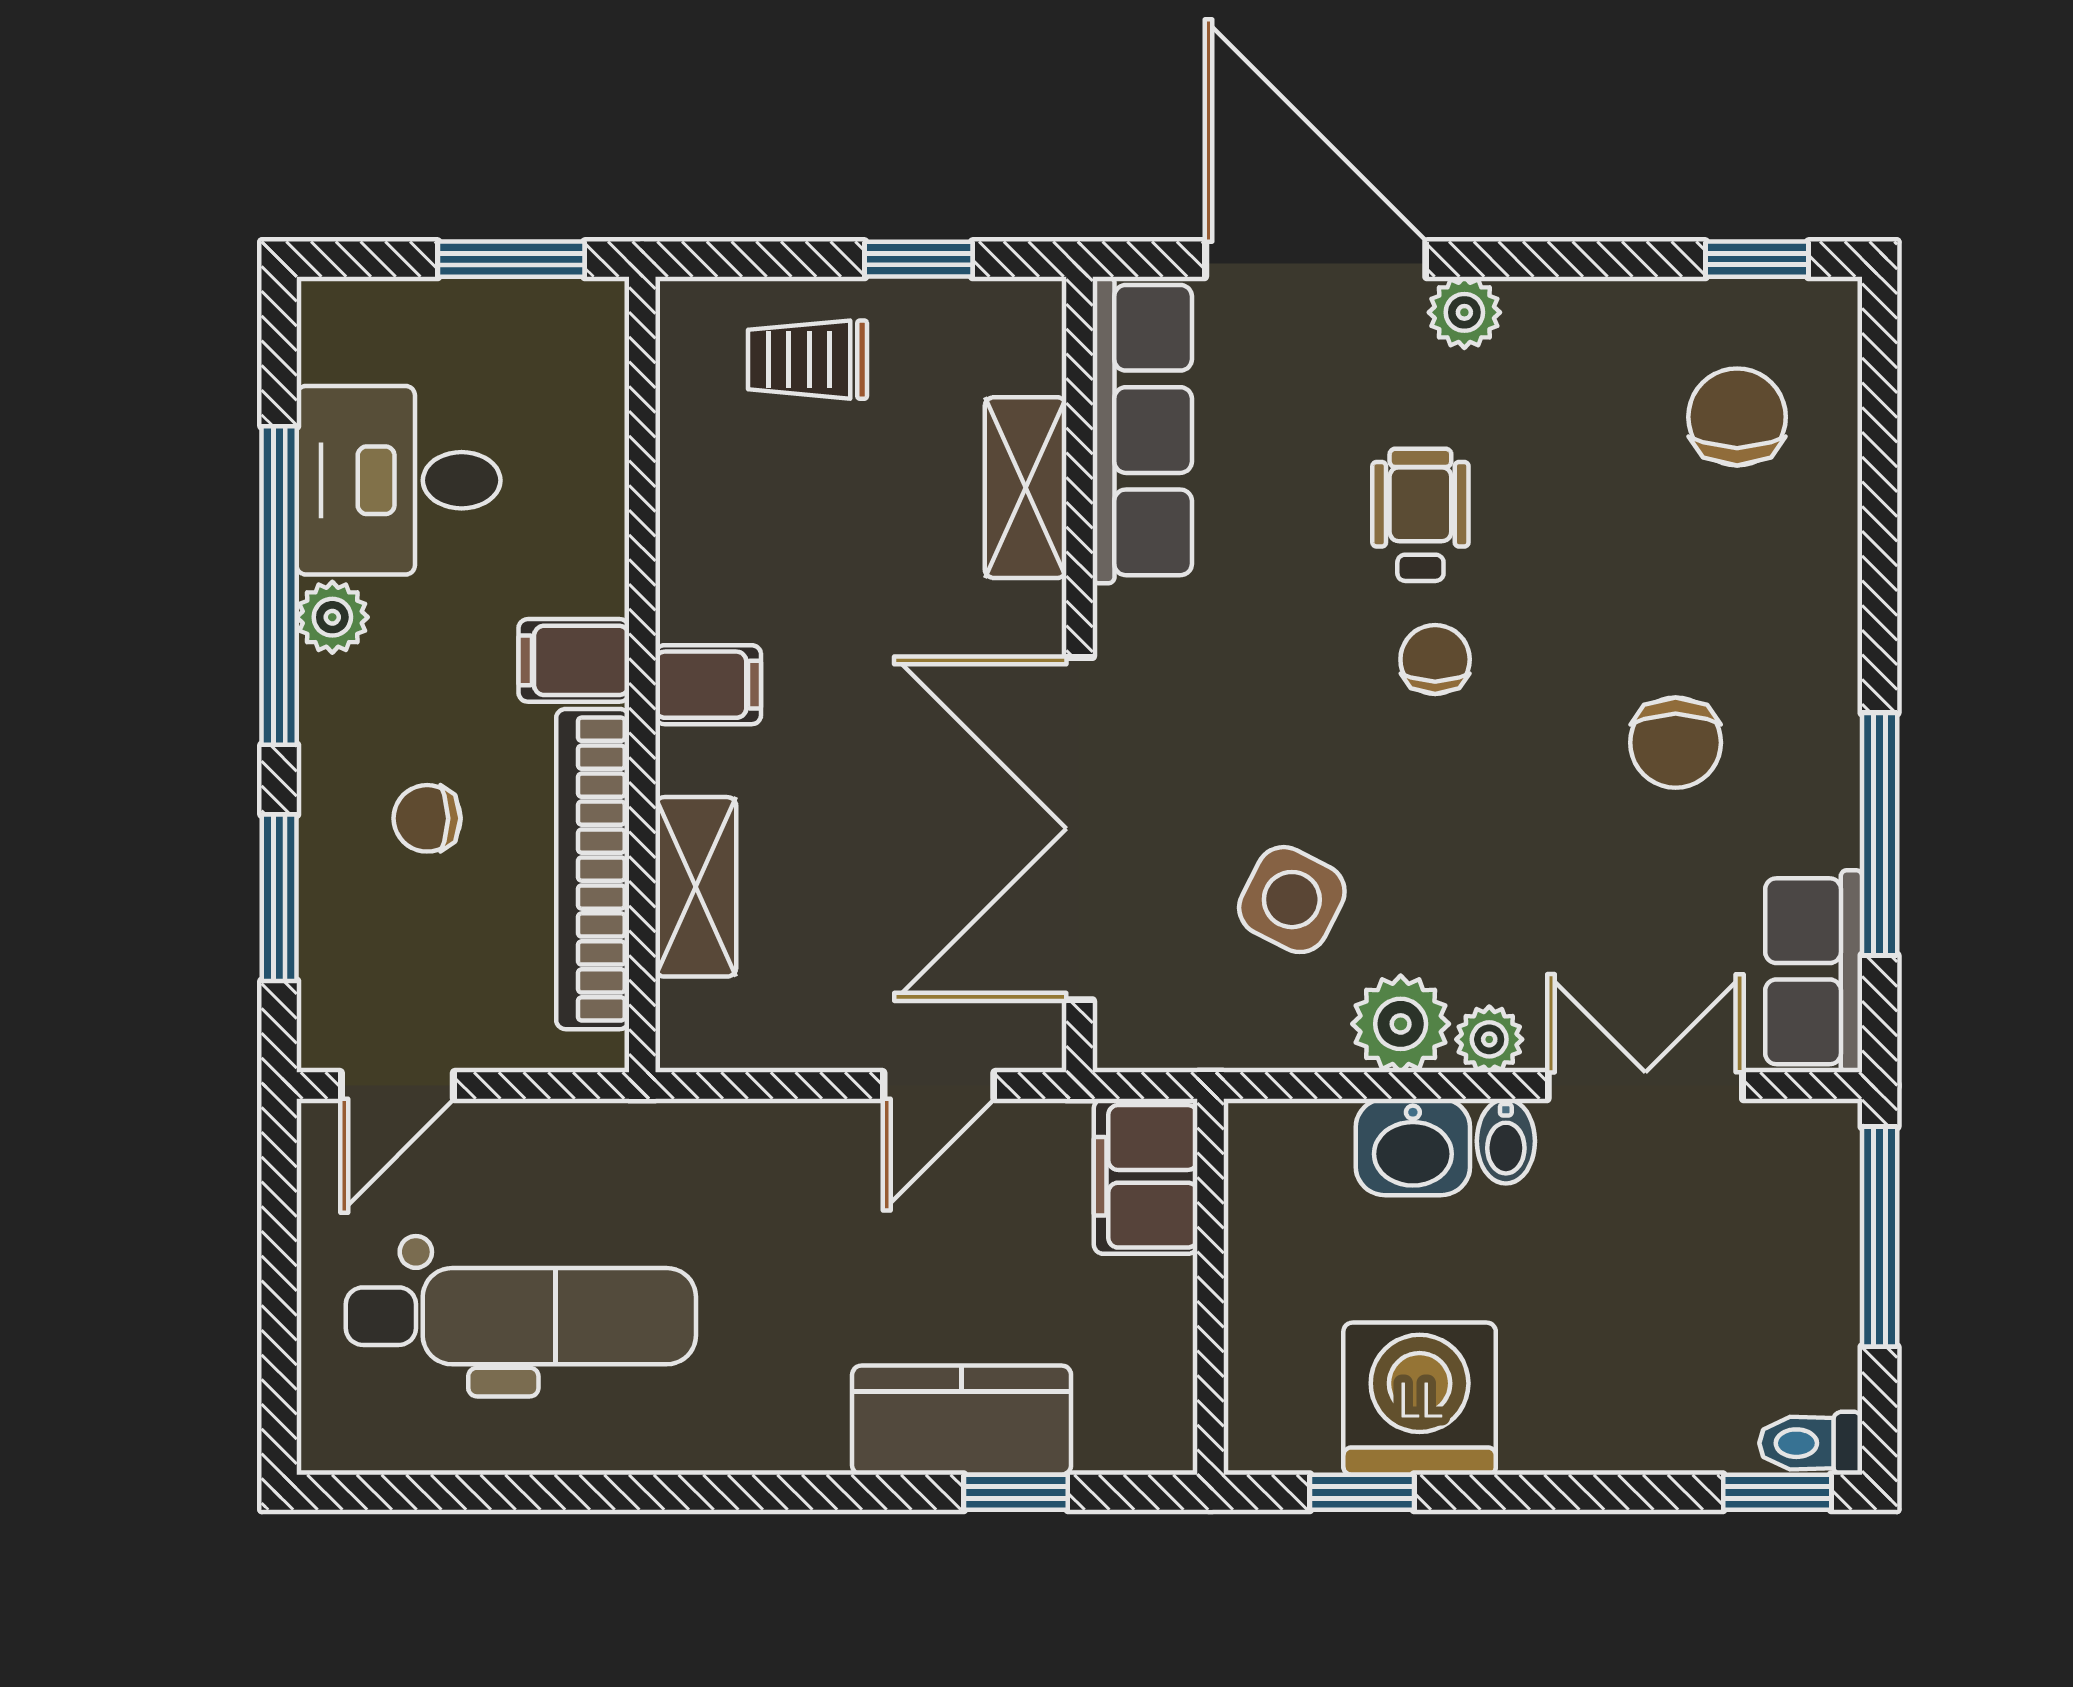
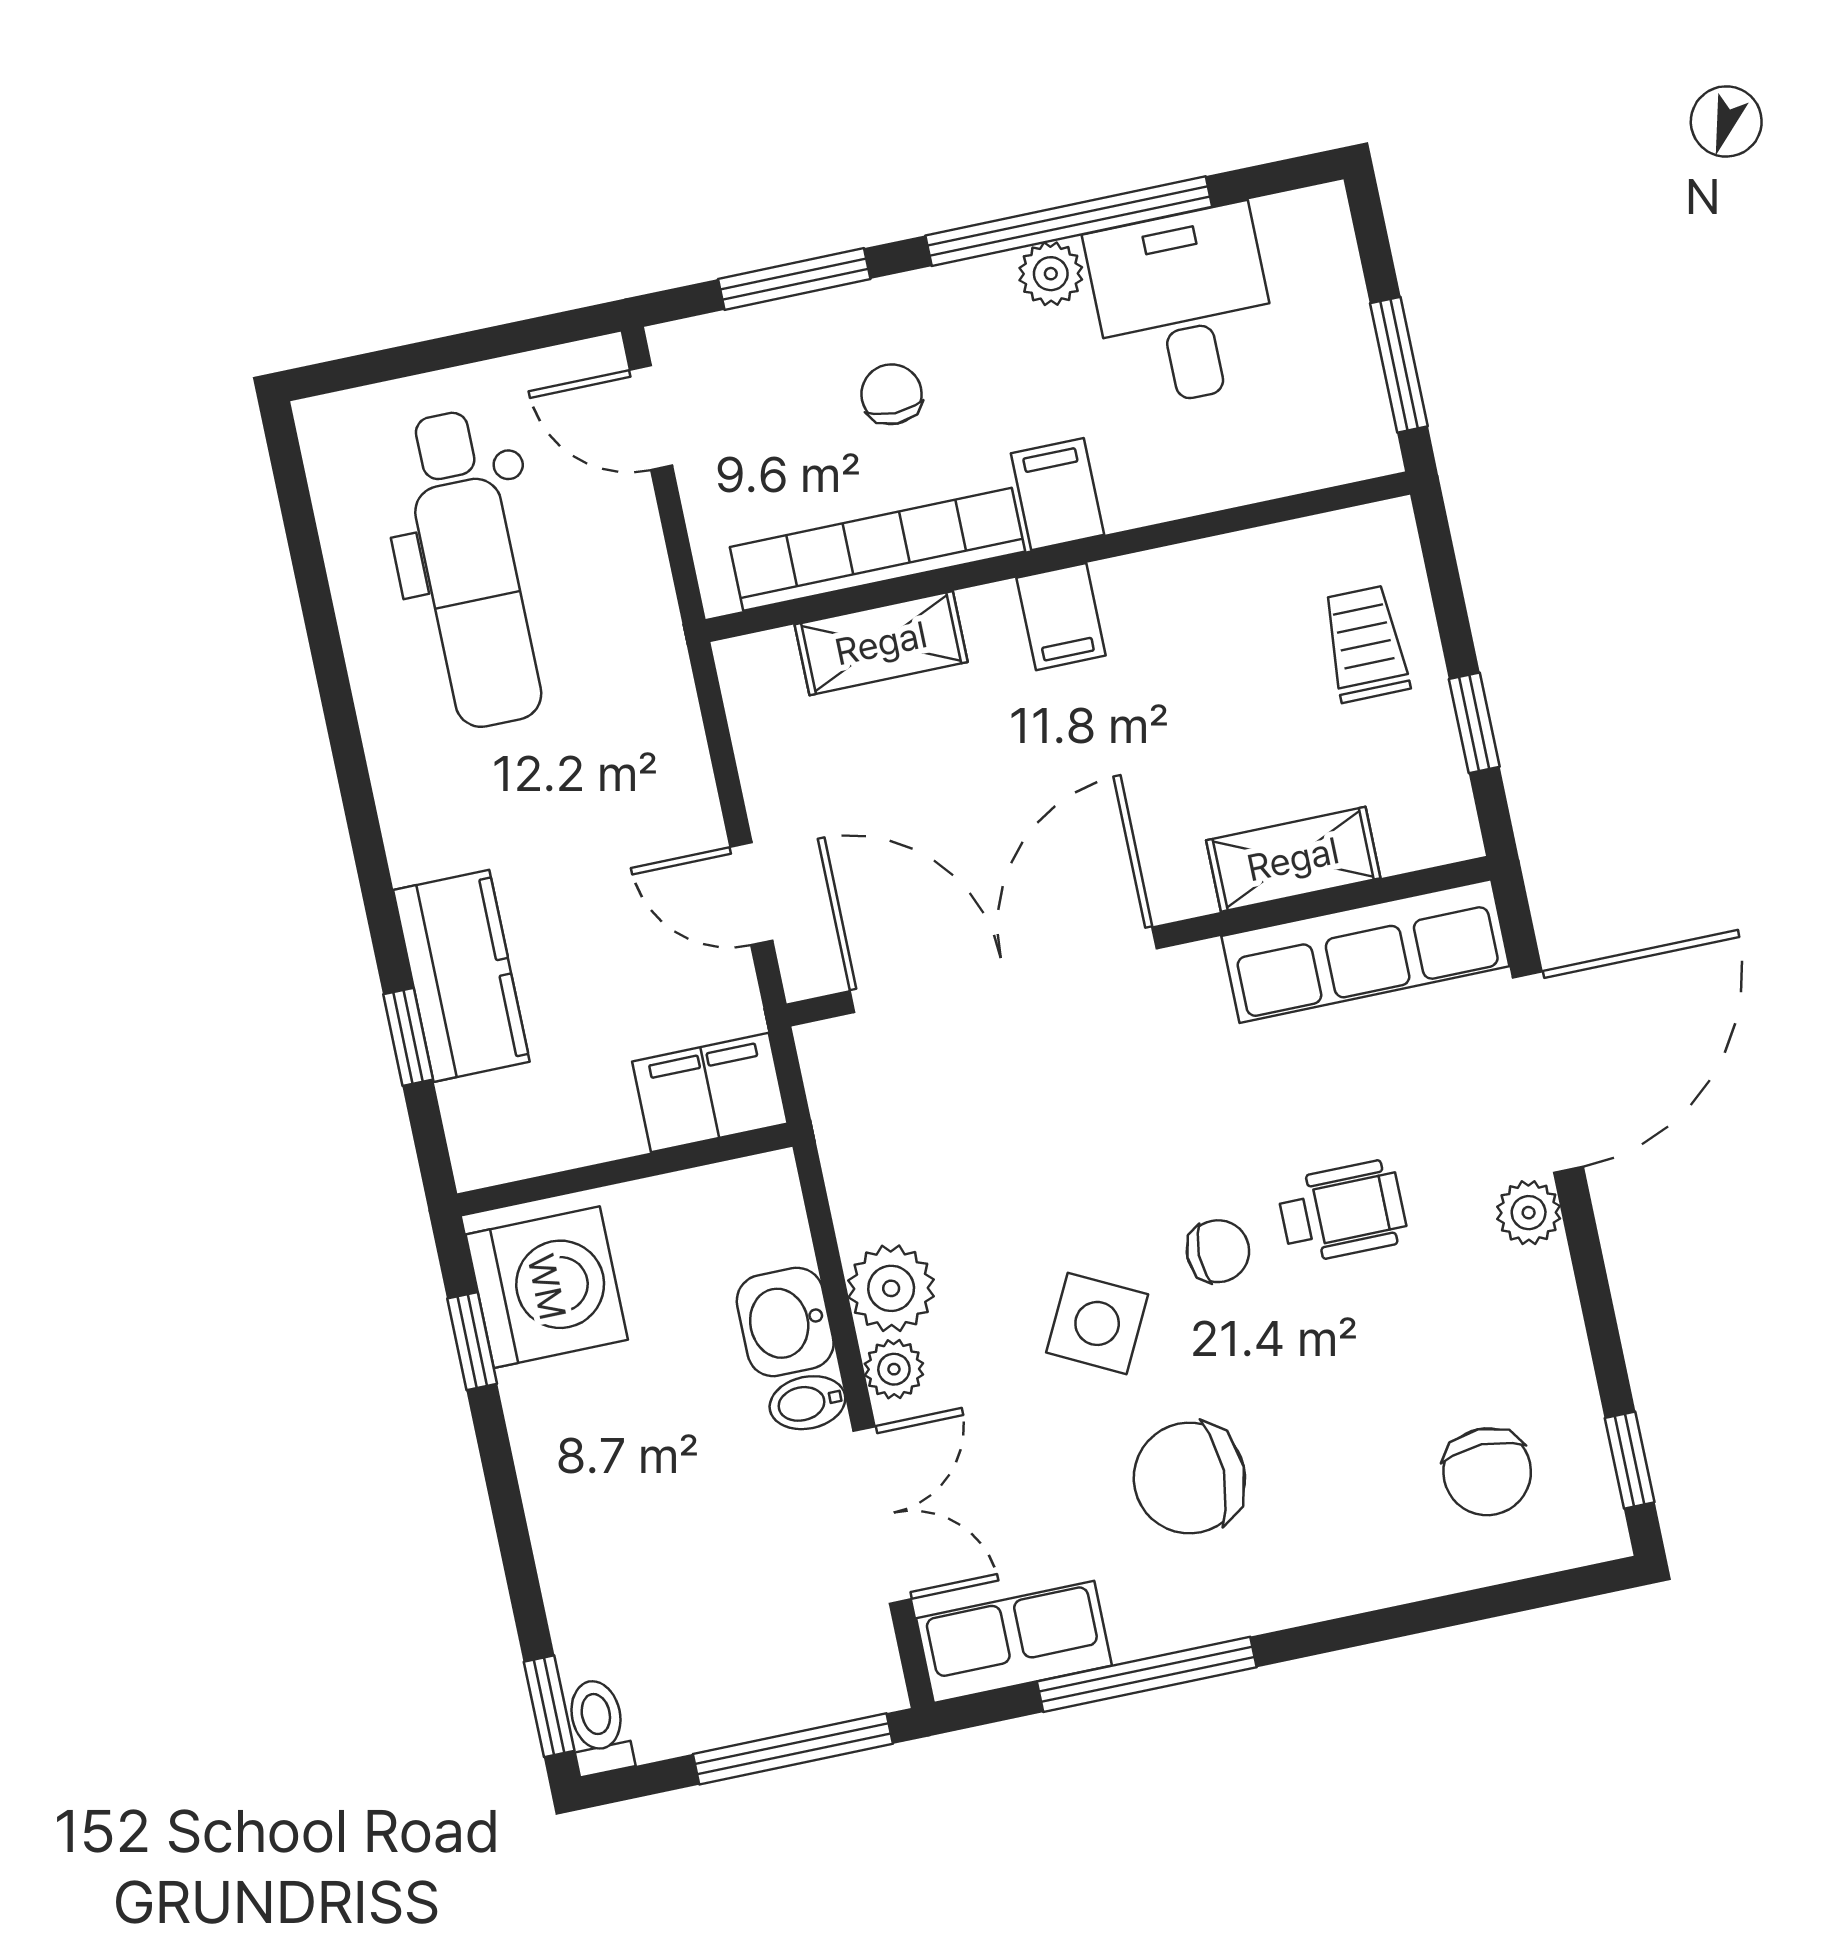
chair: (1737, 417) -> (1487, 1472), turned 90
chair: (1676, 743) -> (1189, 1478), width x1.37, depth x1.37
side table: (1292, 900) -> (1097, 1323), moved
washing machine: (1420, 1399) -> (547, 1287), moved

